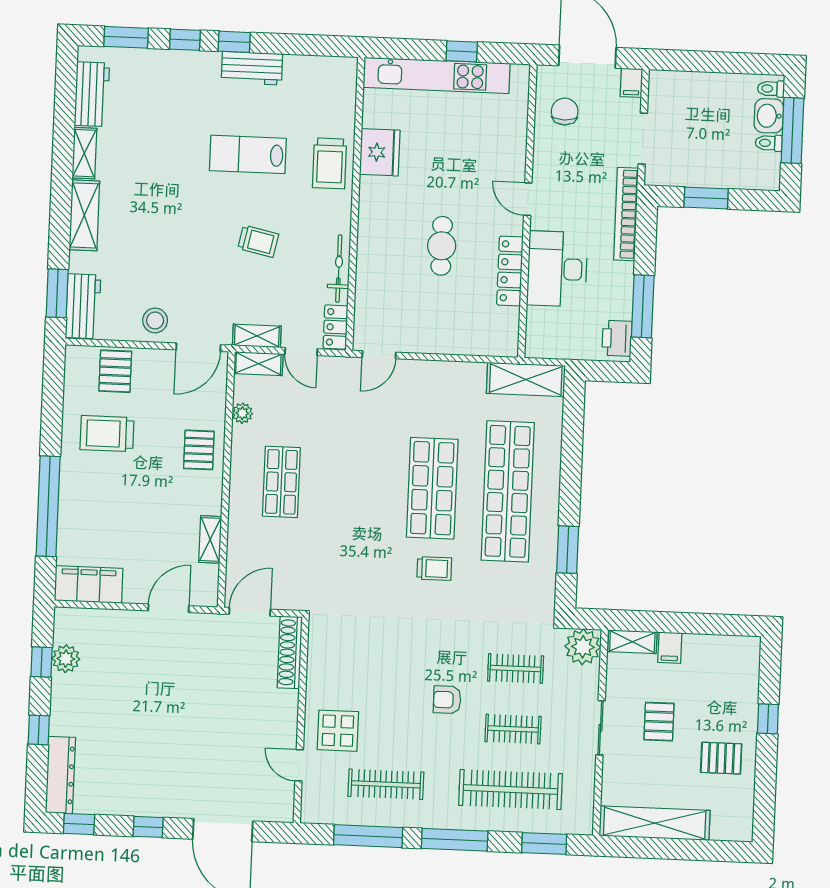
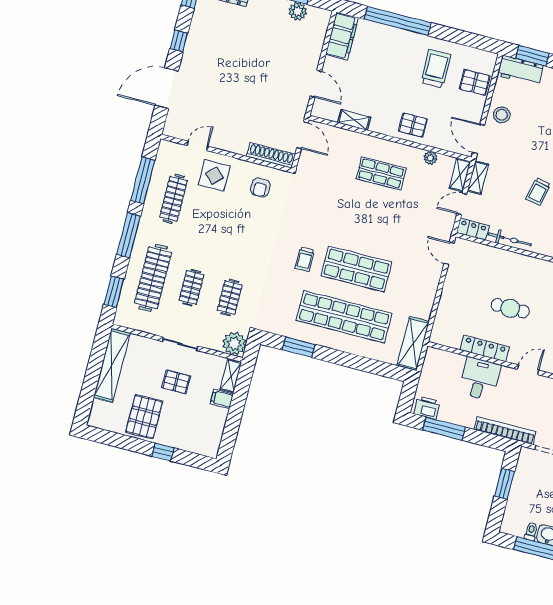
desk: (557, 269) -> (480, 379), width x0.73
armchair: (447, 700) -> (260, 187), moved, turned 180
pallet: (721, 758) -> (144, 417), width x1.50, depth x1.42

